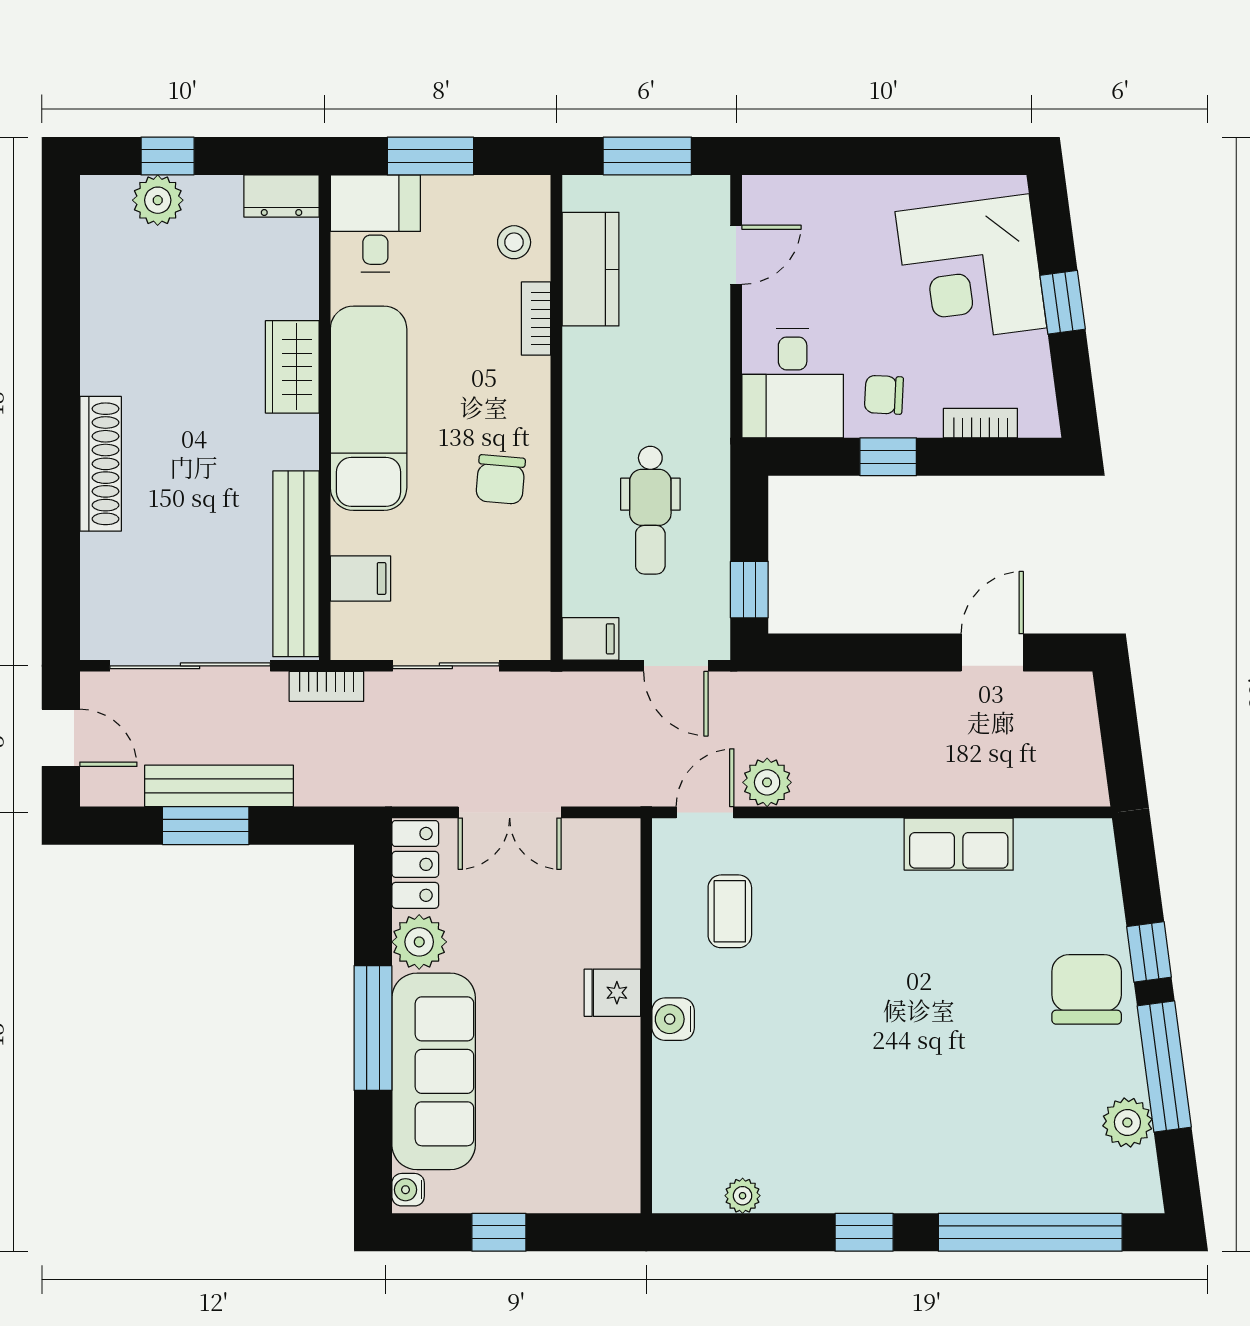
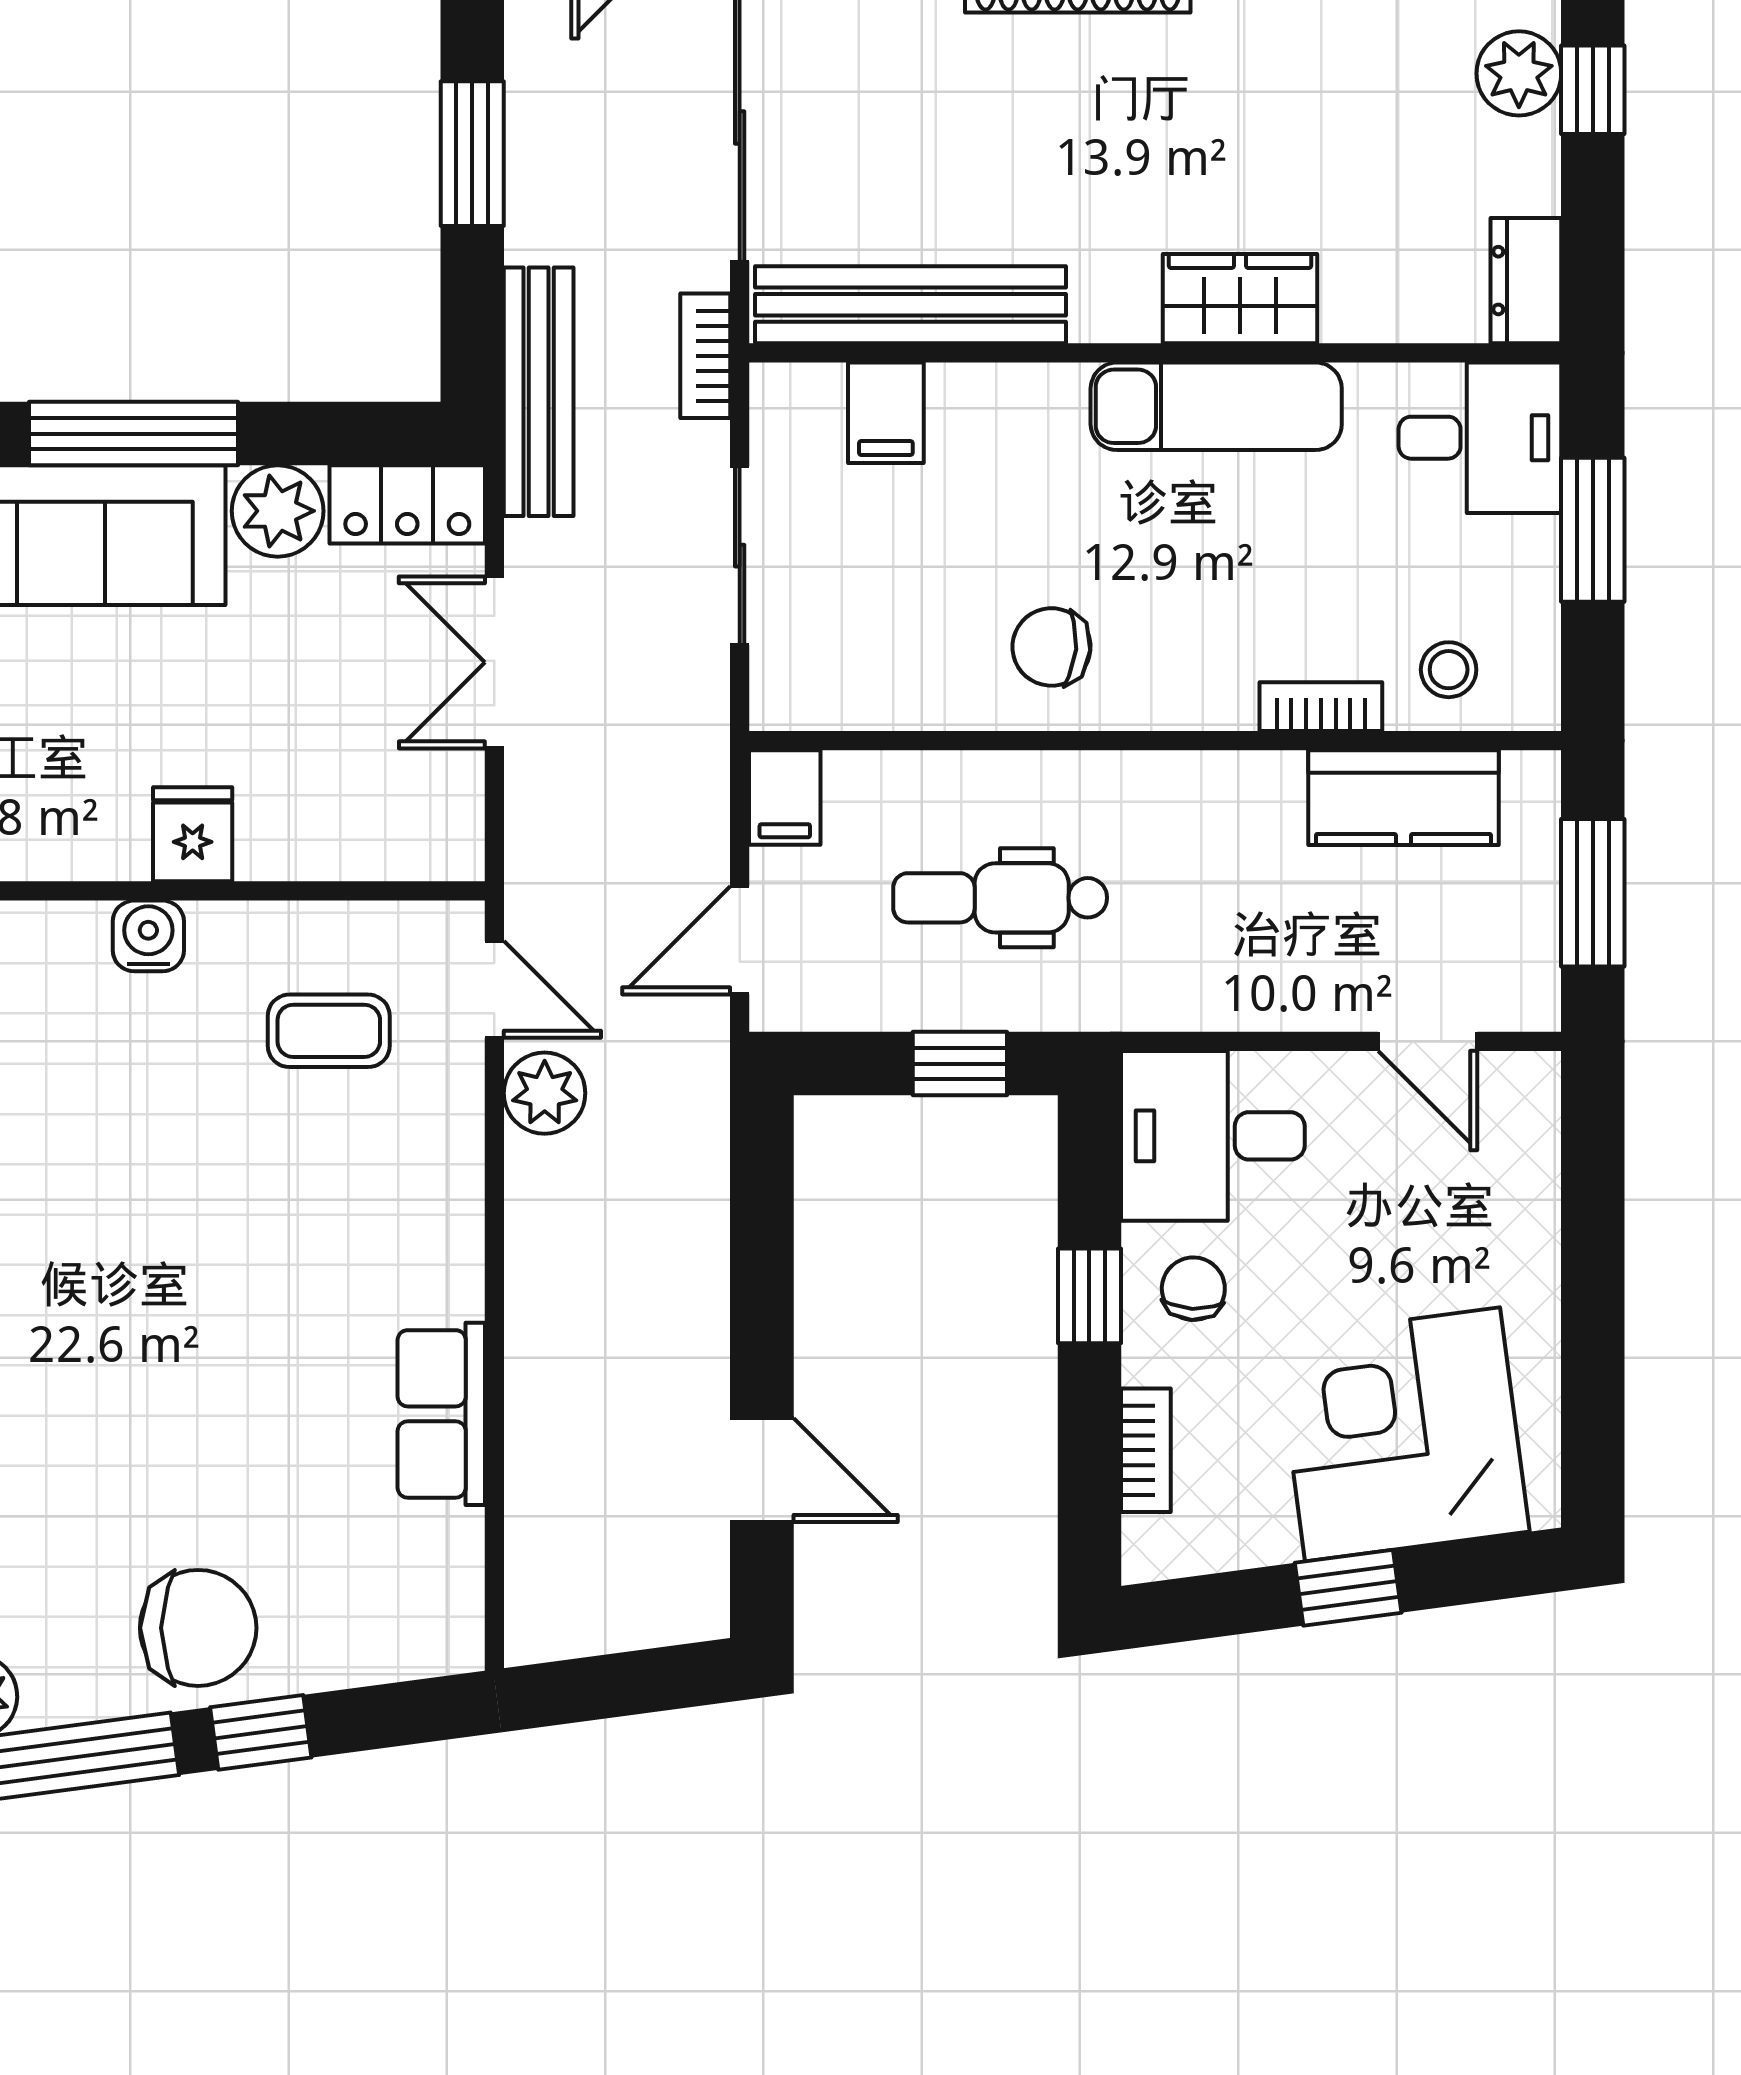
exam couch: (369, 408) -> (1216, 406), width x0.73, depth x0.69
window: (749, 590) -> (960, 1064), moved
bench: (219, 786) -> (539, 392), moved

